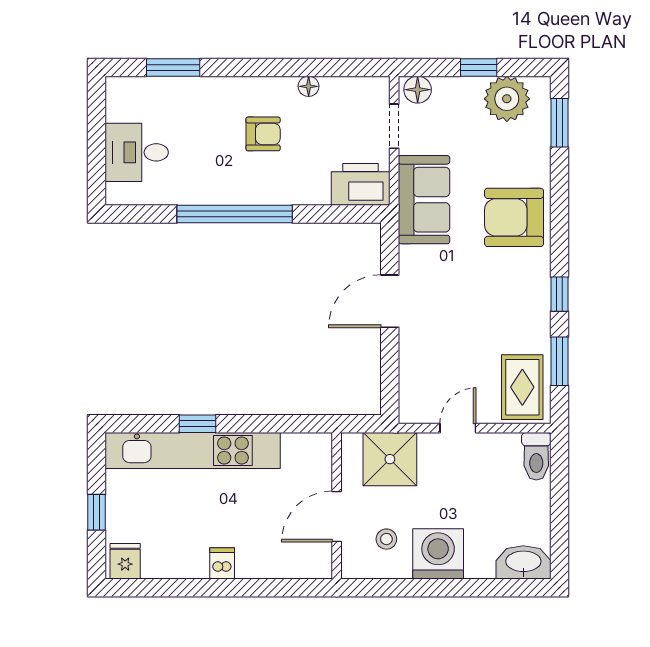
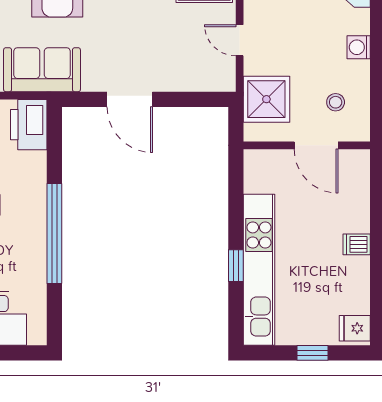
washing machine: (438, 554) -> (359, 47), width x0.53, depth x0.53

